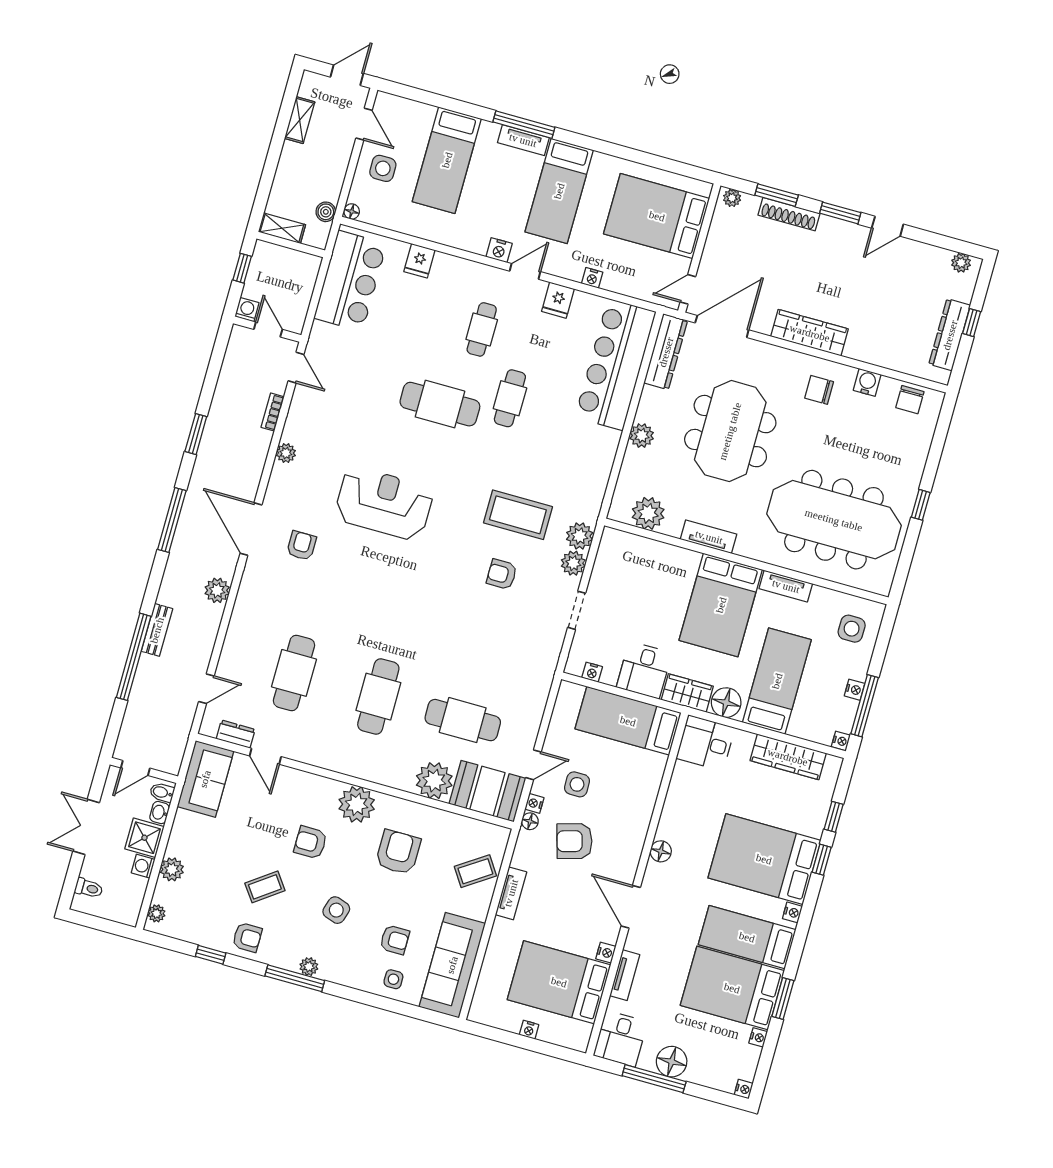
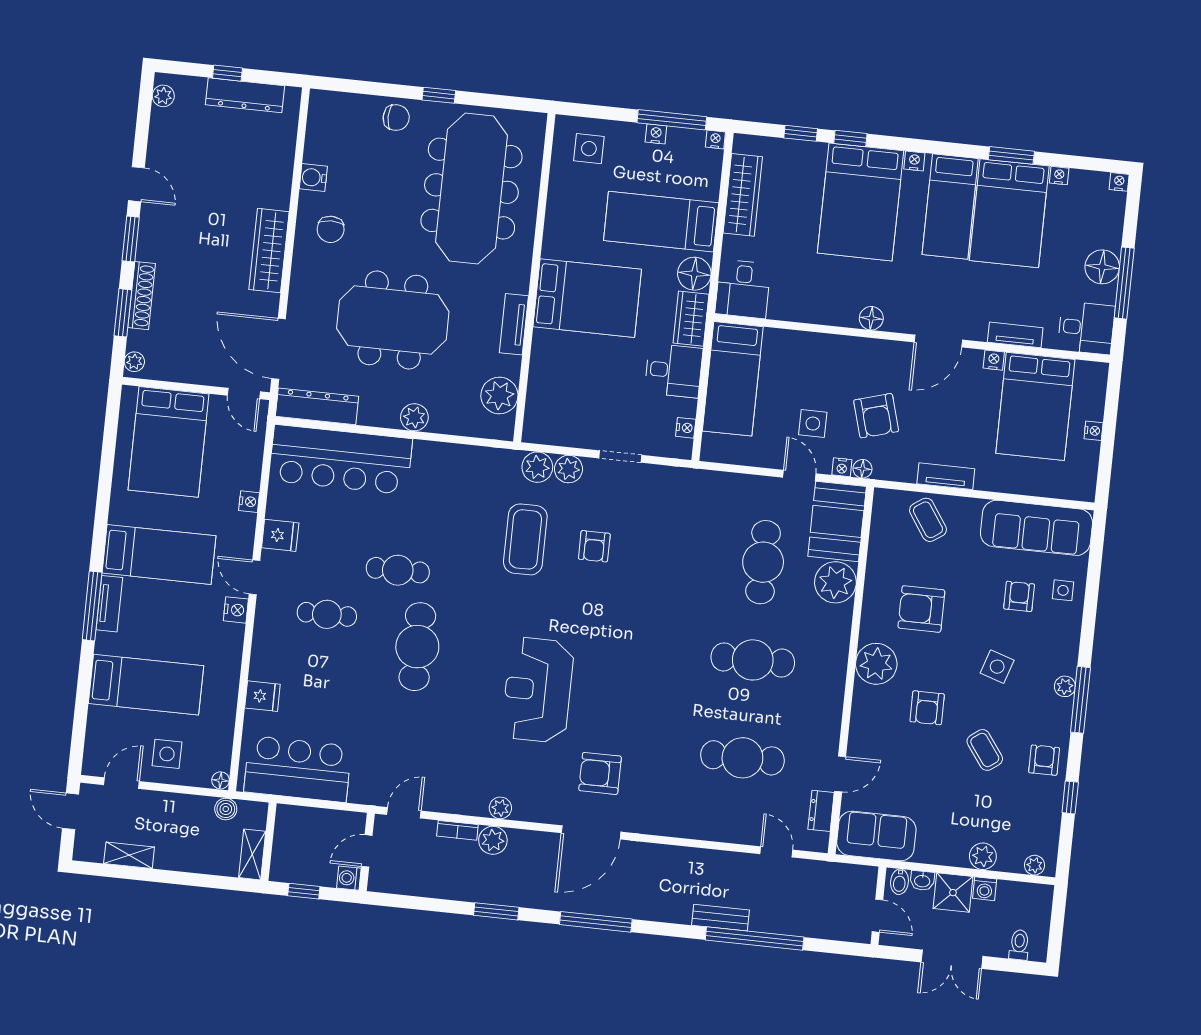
chair: (910, 400) -> (396, 118), moved
armchair: (301, 546) -> (600, 773), width x1.38, depth x1.38
tv unit: (786, 586) -> (554, 230), removed
plant: (217, 590) -> (493, 840), moved

